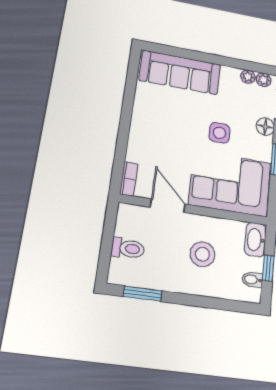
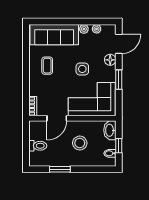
plant: (264, 80) -> (84, 29), moved
coffee table: (162, 118) -> (47, 66), added
door: (168, 206) -> (57, 118), swing flipped
window: (143, 294) -> (60, 169), moved

